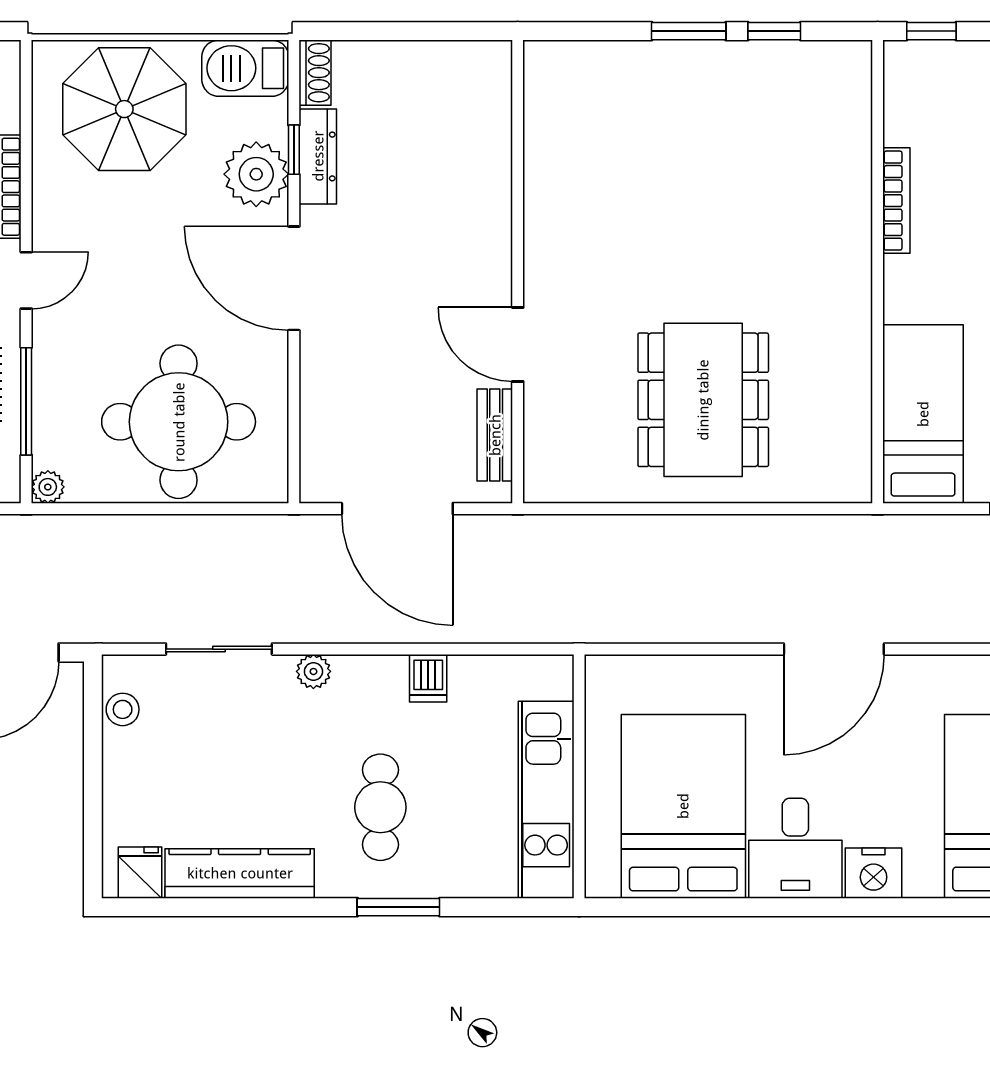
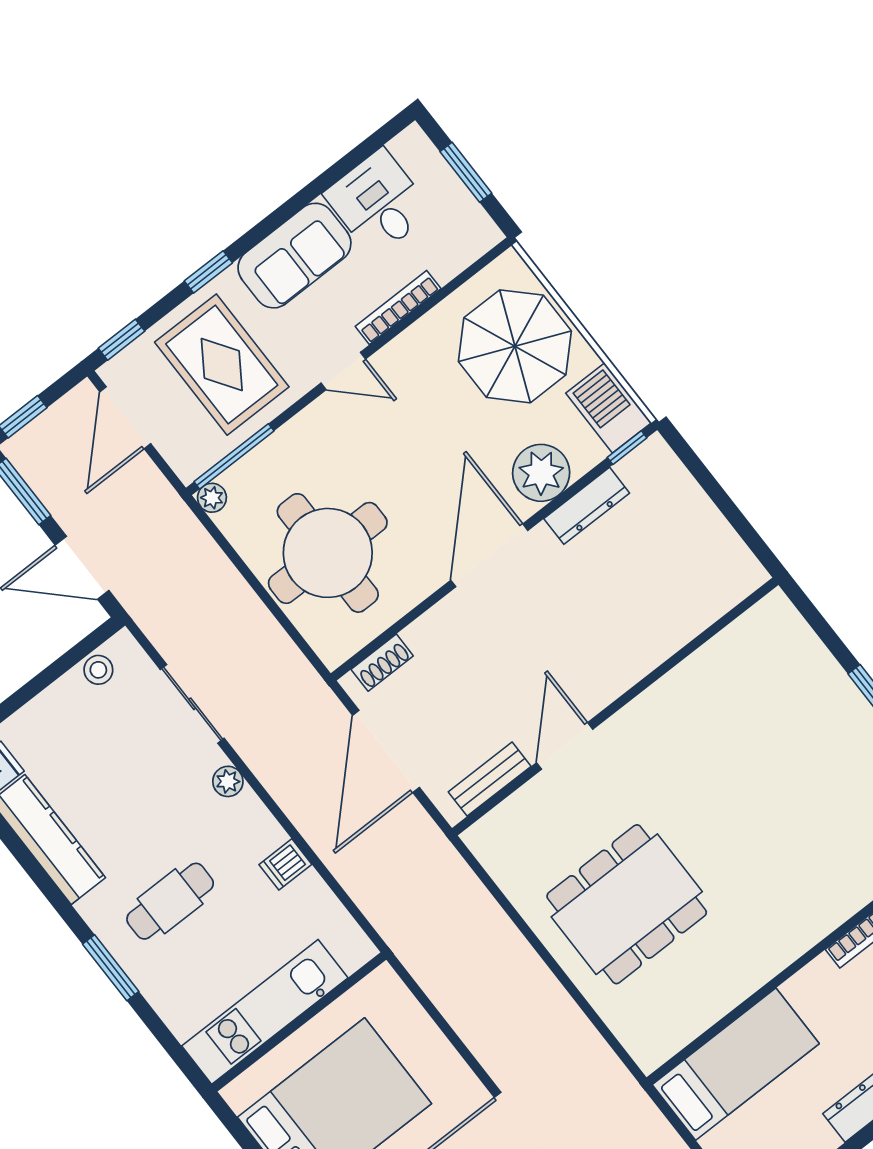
shoe rack: (315, 73) -> (382, 663), moved
window: (294, 150) -> (627, 448), moved
window: (26, 401) -> (234, 456), moved

